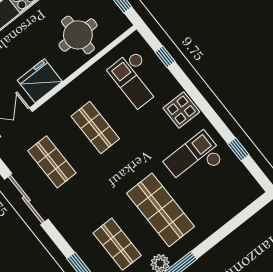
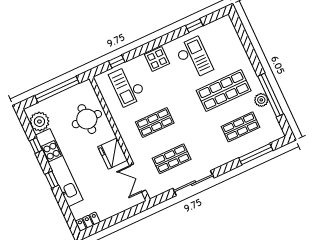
checkout: (136, 79) -> (127, 86), turned 90
checkout: (194, 159) -> (194, 58), turned 180

